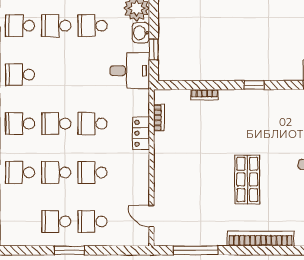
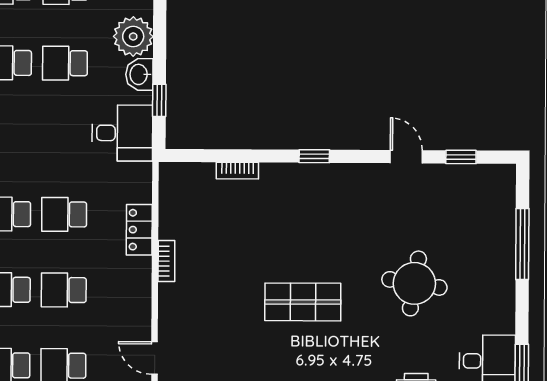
bookcase: (159, 118) -> (166, 261), moved
shop shelf: (247, 179) -> (303, 302), turned 90

